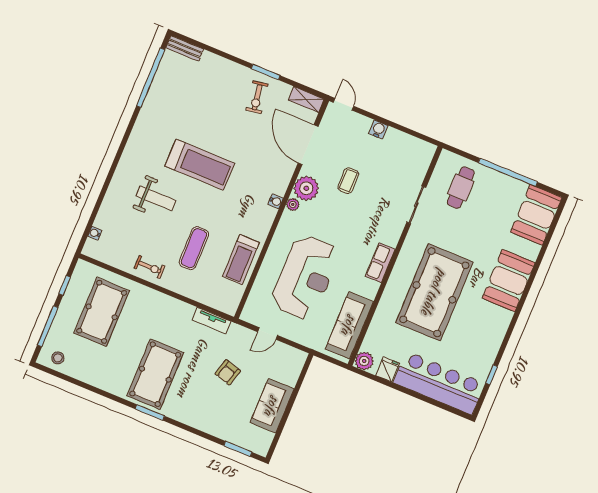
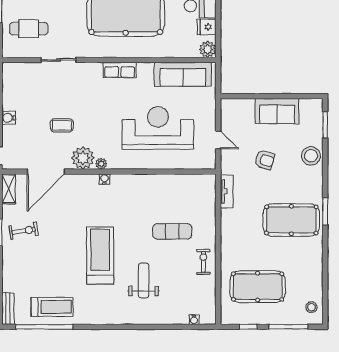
treadmill: (241, 259) -> (52, 307), moved
stool: (212, 421) -> (311, 156), added

